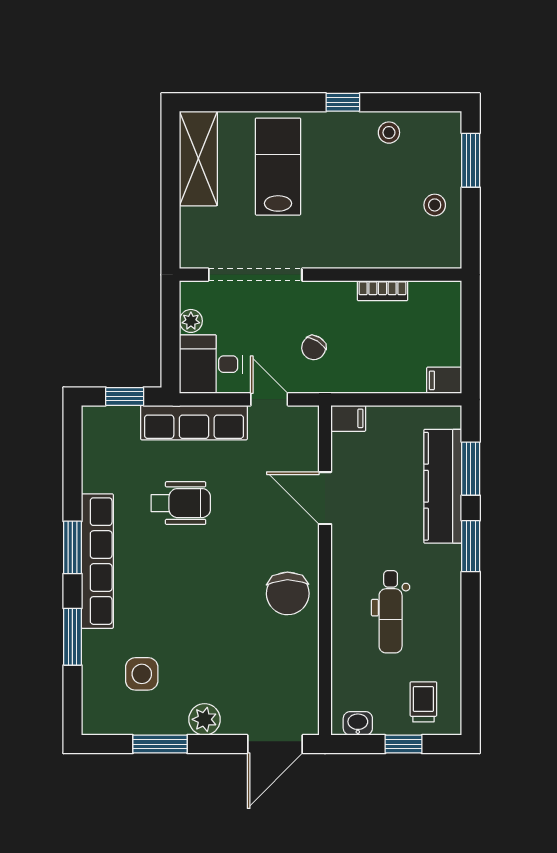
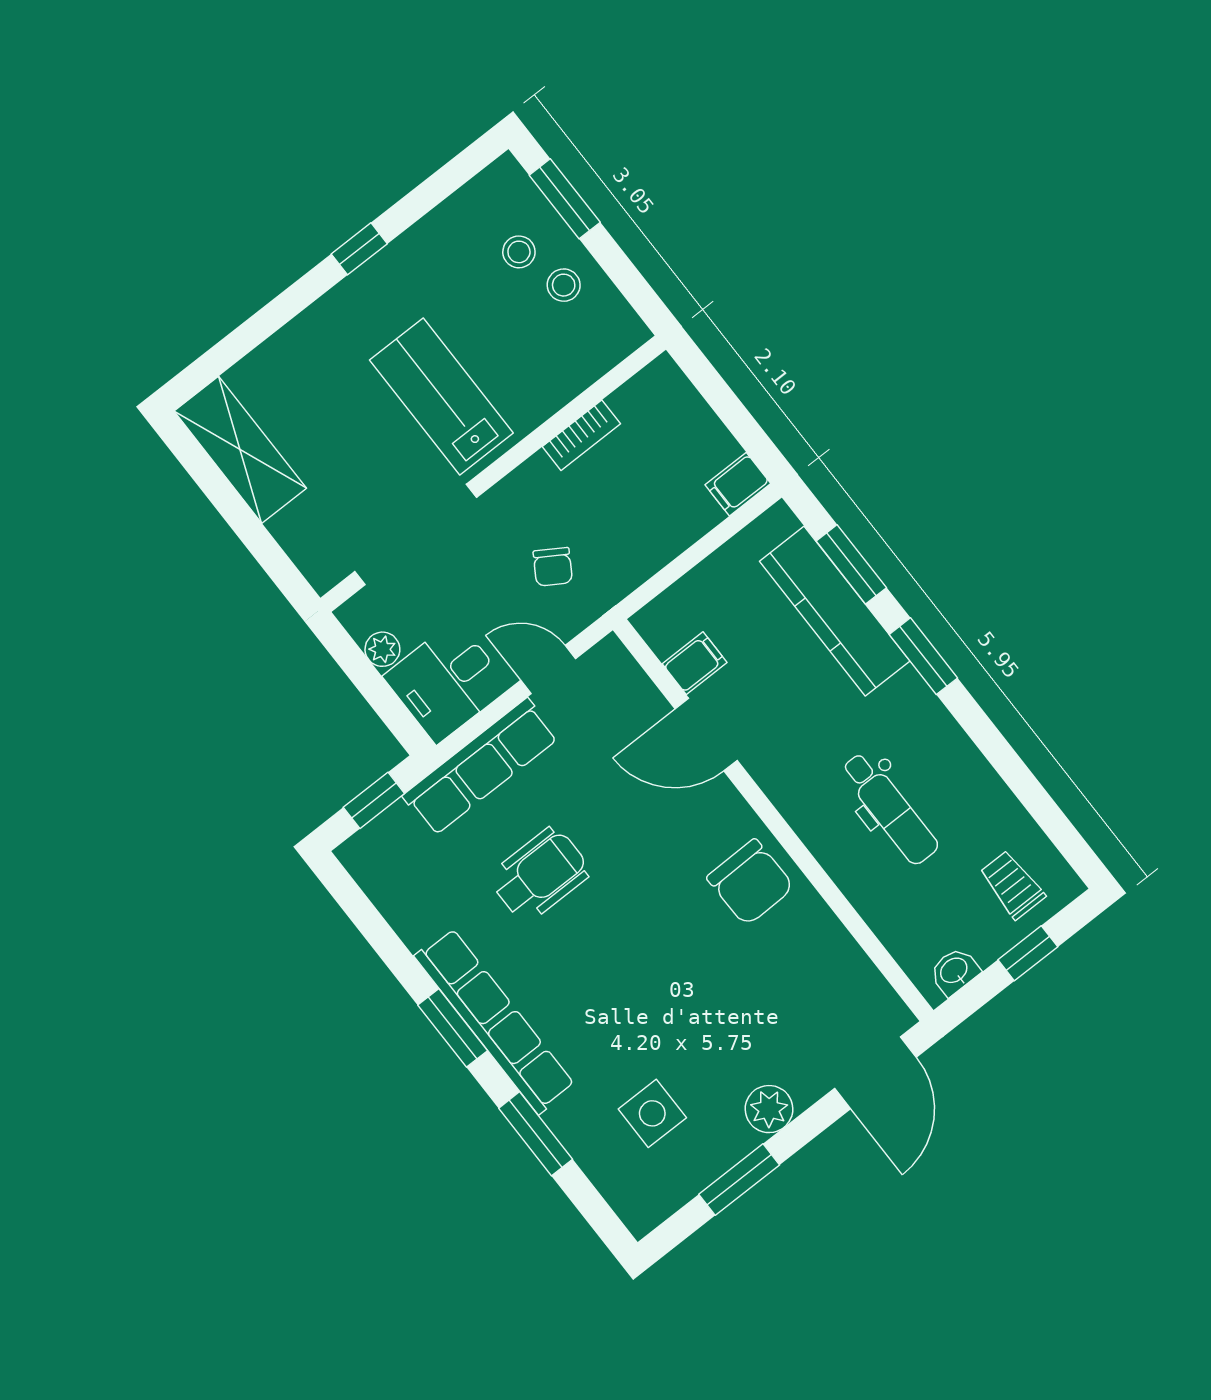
stool: (389, 133) -> (519, 252), moved
lab bench: (278, 167) -> (441, 396), moved
filing cabinet: (348, 418) -> (695, 663), moved

